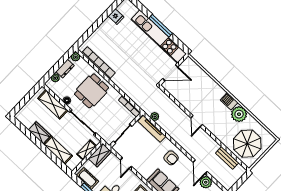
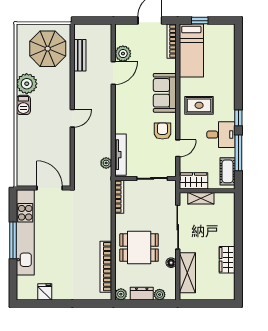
shelving: (58, 150) -> (227, 226), removed
armchair: (171, 158) -> (162, 131), moved

